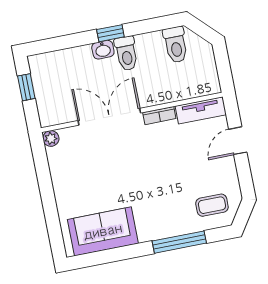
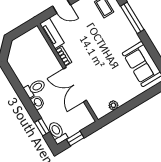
window: (110, 33) -> (42, 127), moved
toilet: (176, 45) -> (57, 132), moved, turned -90
plant: (51, 138) -> (113, 105), moved

